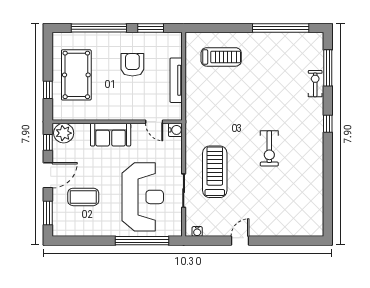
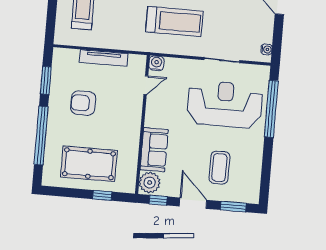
sofa: (111, 135) -> (154, 150), moved
treadmill: (215, 172) -> (174, 21), moved, turned 180

